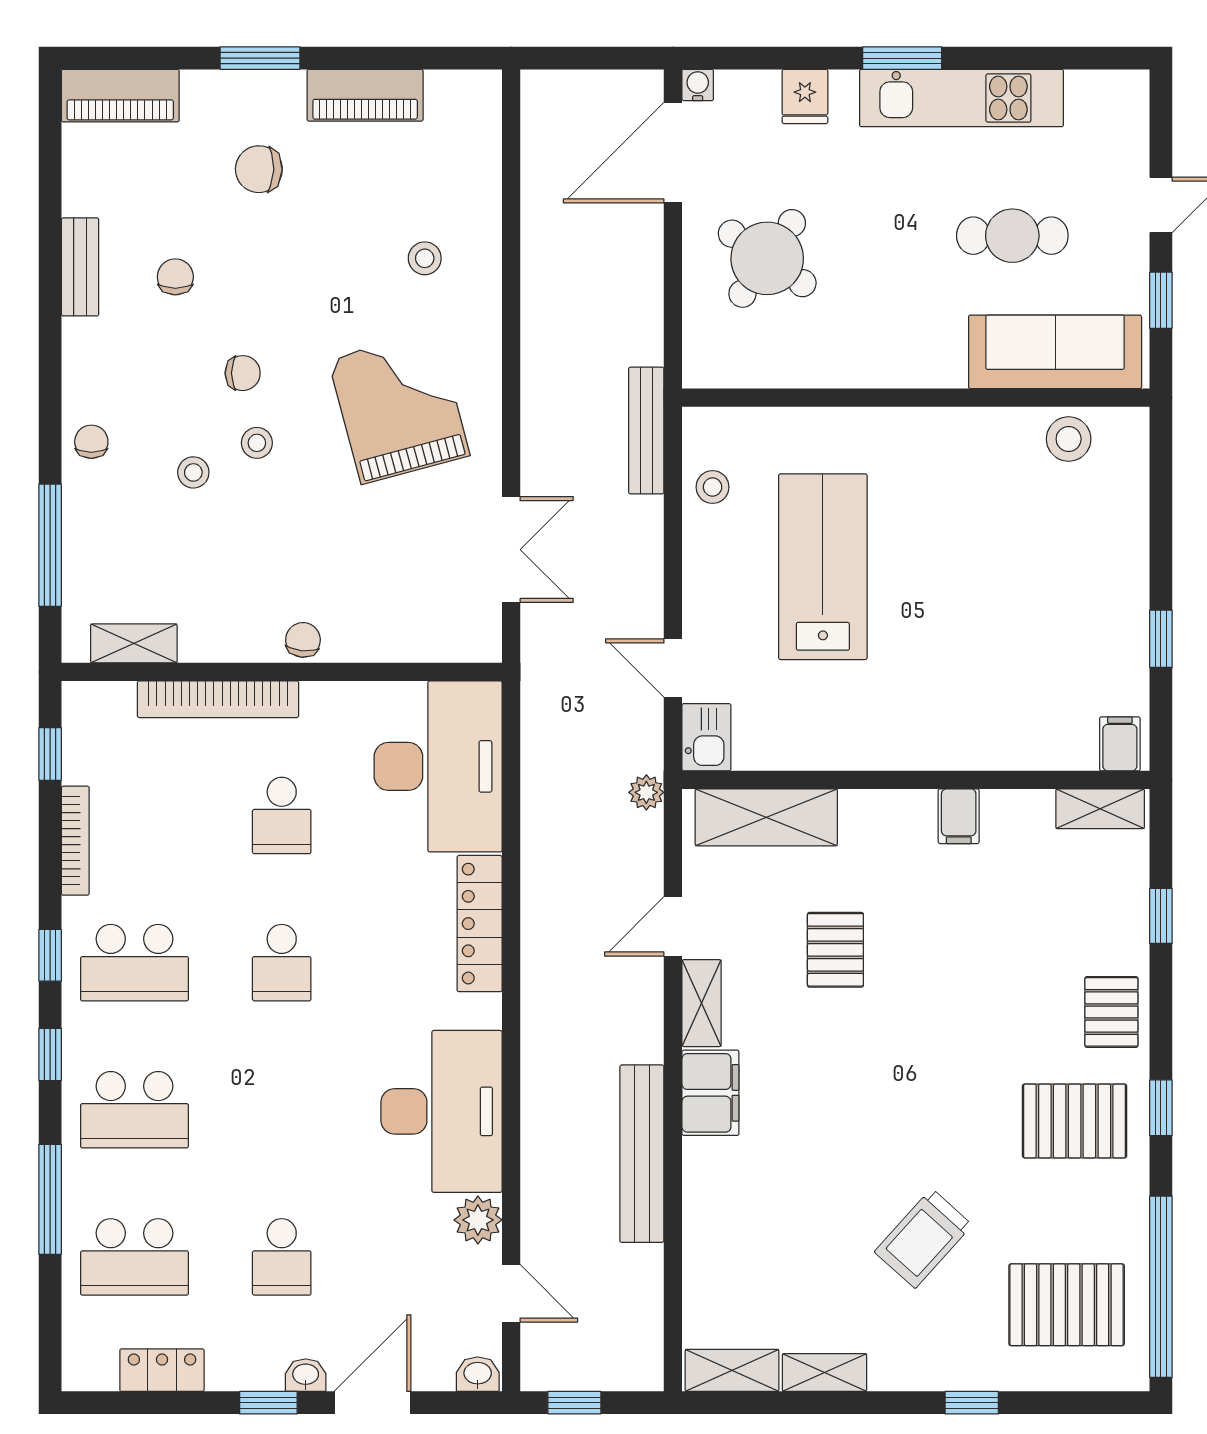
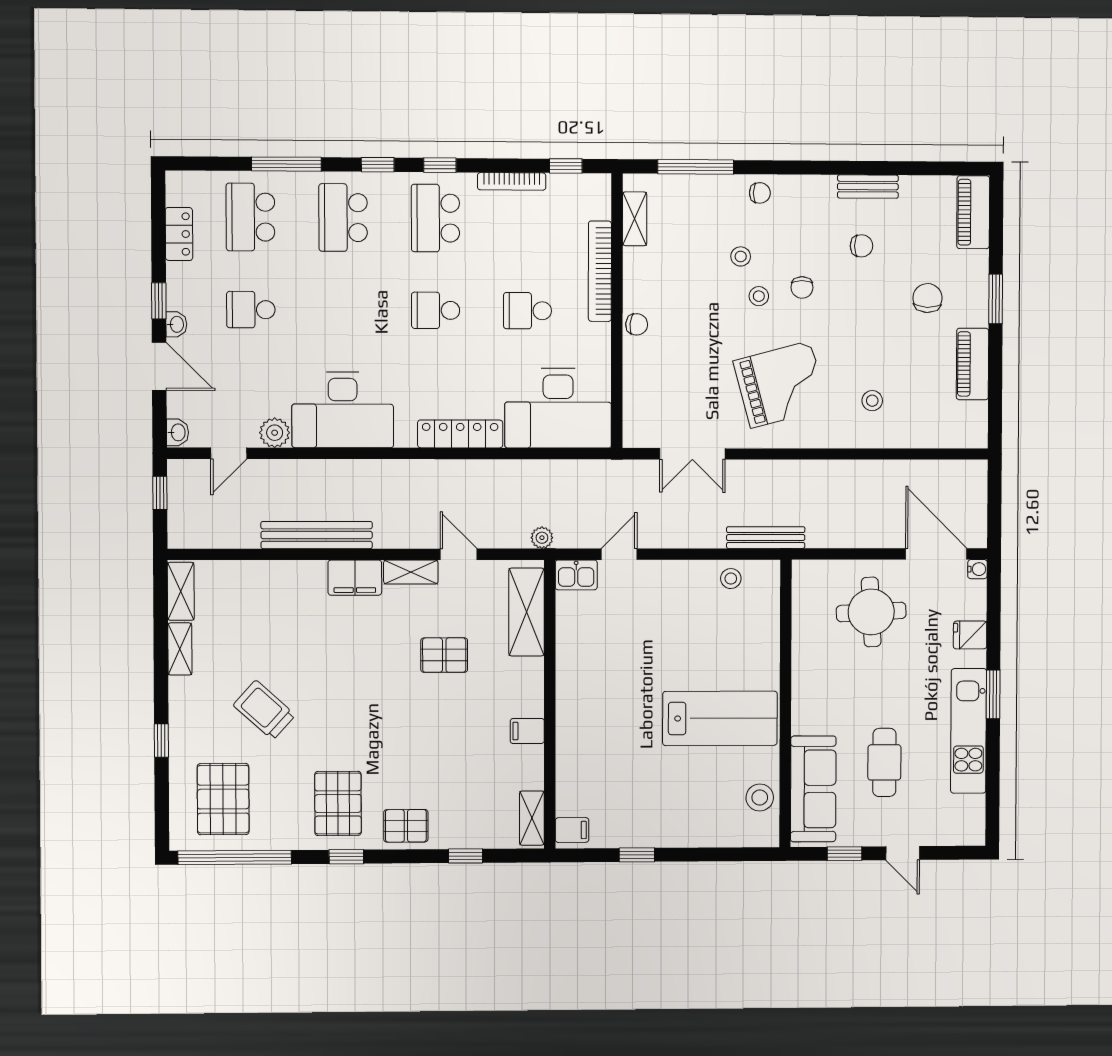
round table: (767, 258) -> (871, 612), turned -38
lab bench: (823, 567) -> (720, 718), moved

